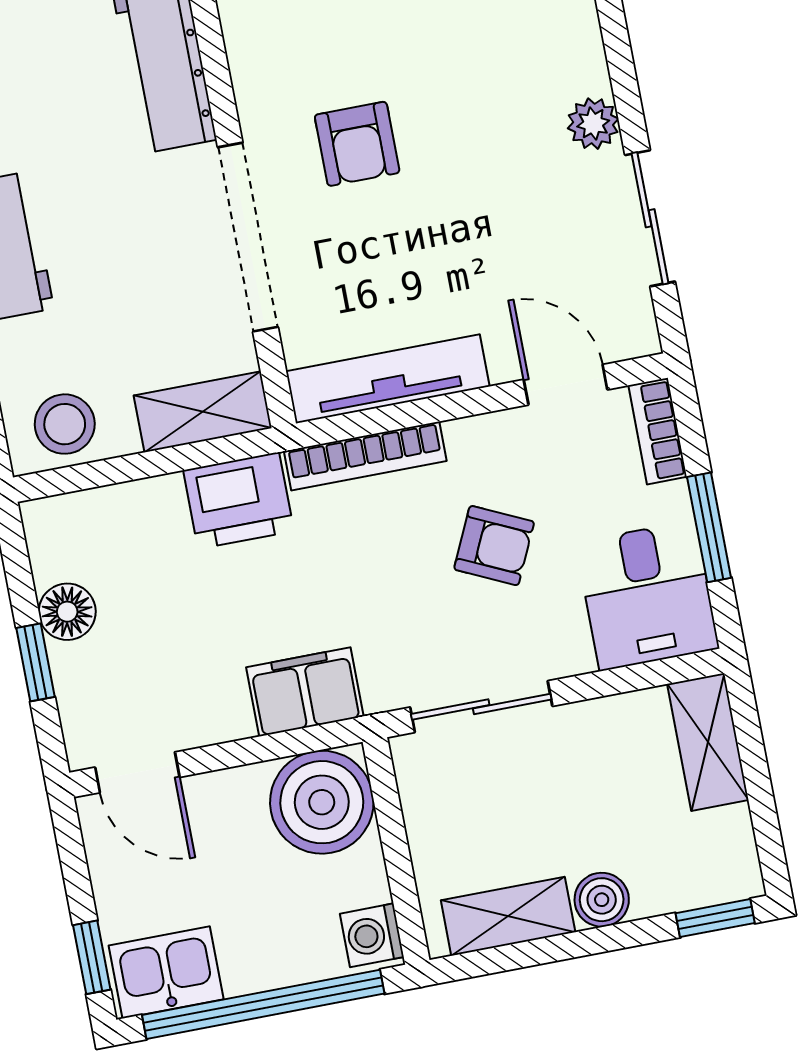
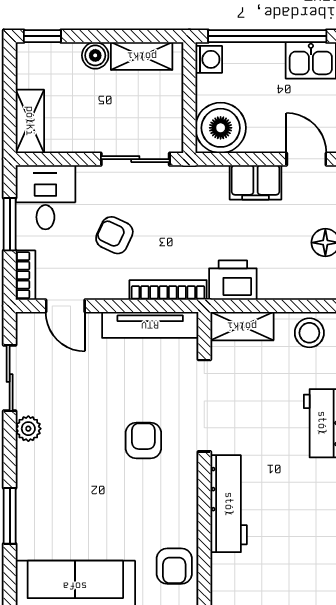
filing cabinet: (305, 692) -> (255, 182), moved

